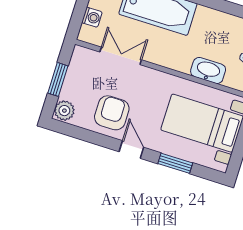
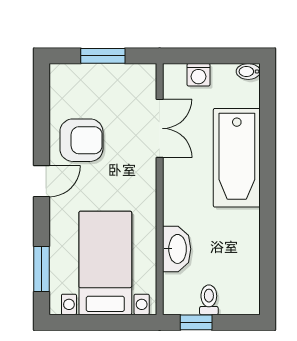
plant: (64, 111) -> (65, 77), removed
window: (175, 163) -> (42, 269), moved

